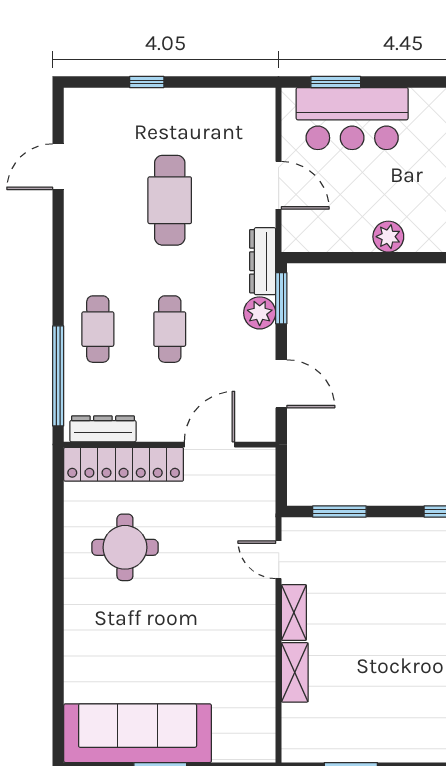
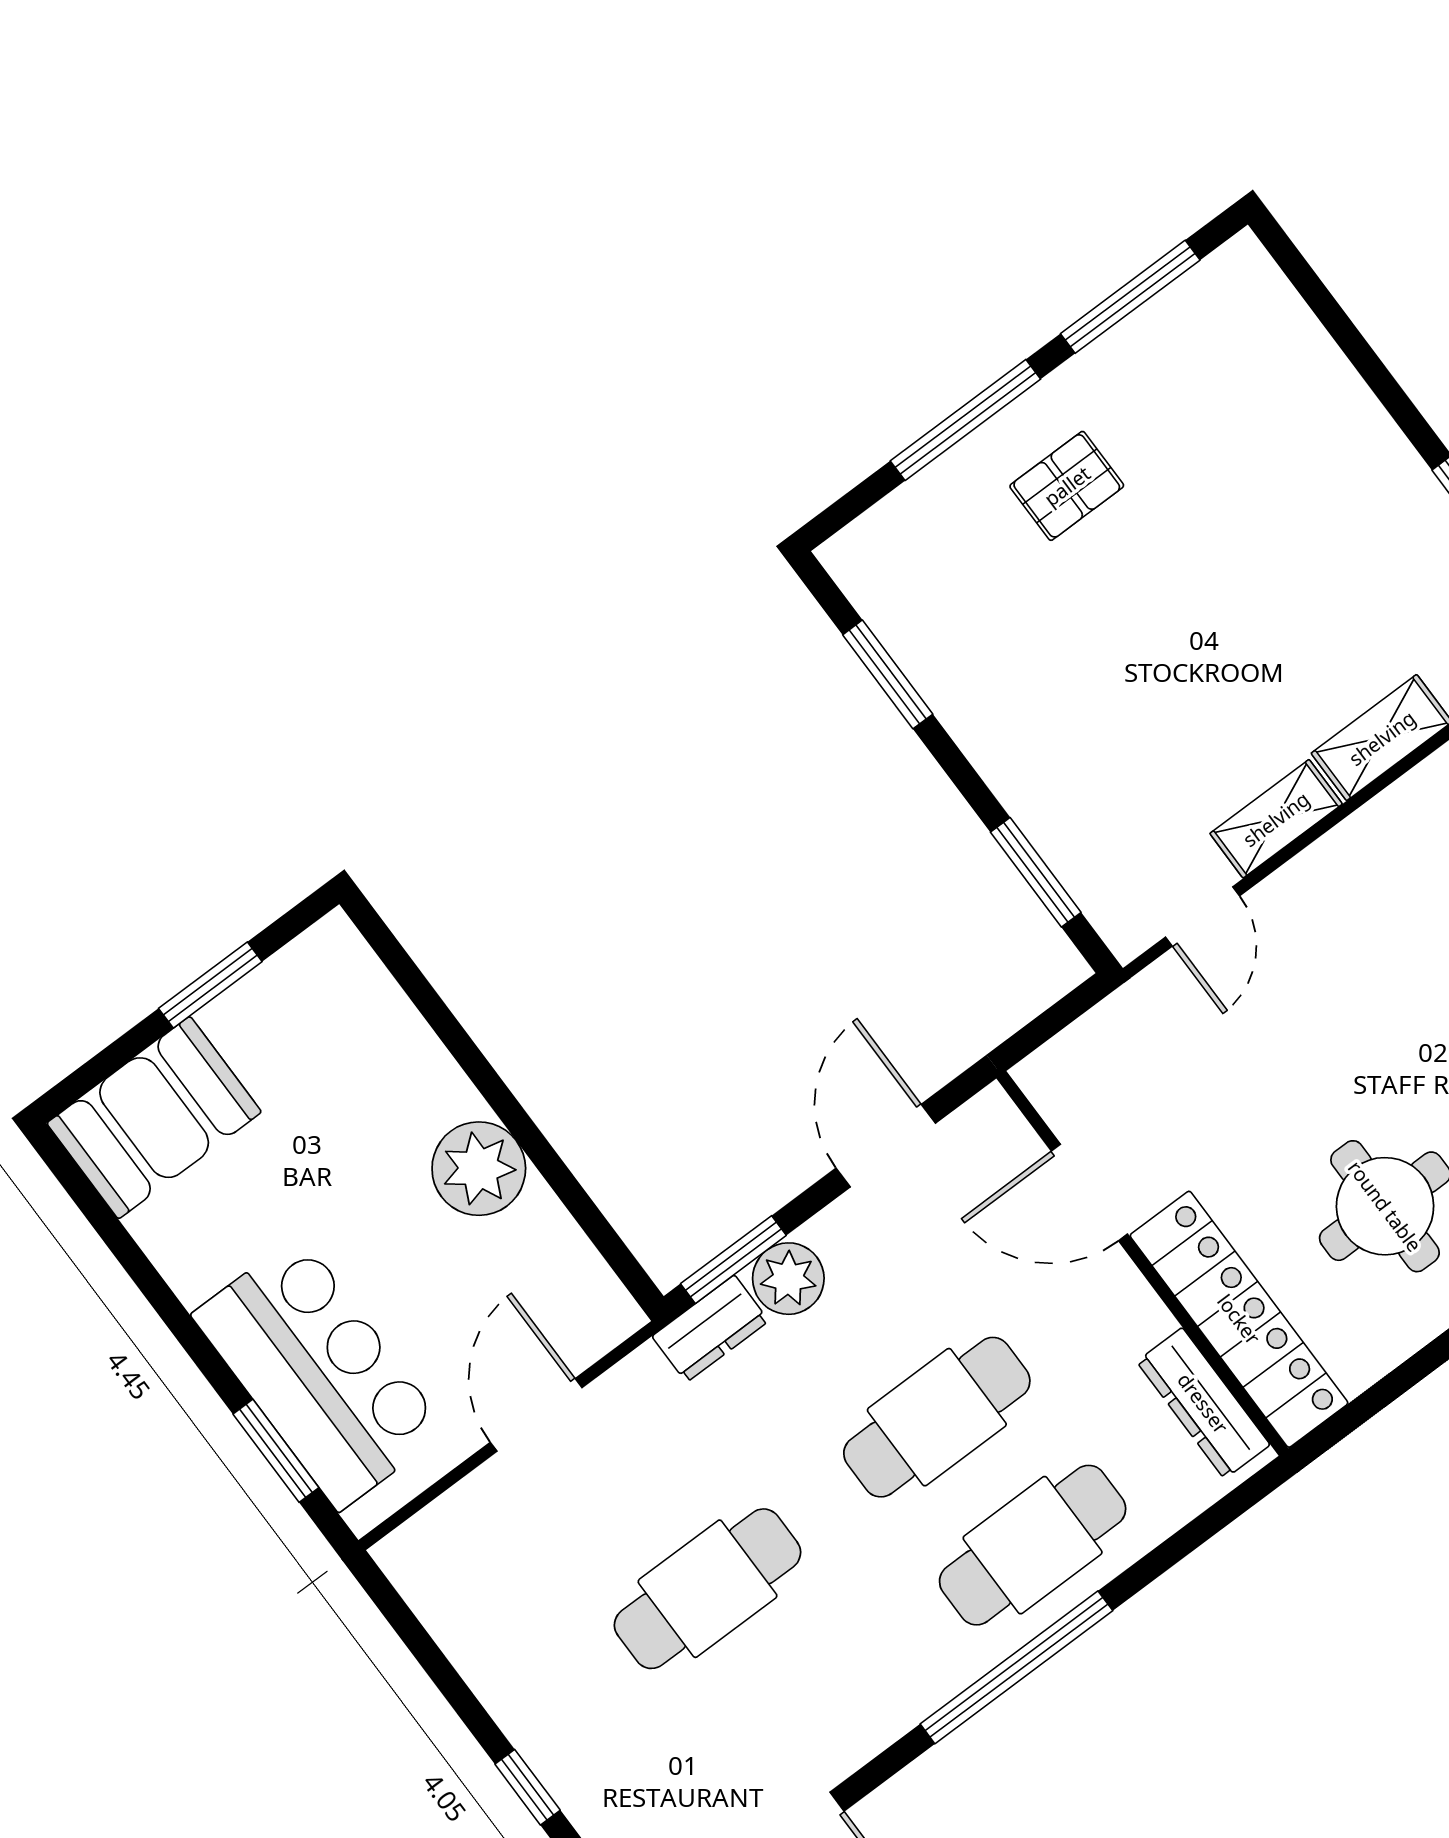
plant: (388, 237) -> (479, 1169), width x1.36, depth x1.36
dresser: (263, 261) -> (710, 1329), width x0.70
cafe table: (98, 329) -> (1033, 1545), width x1.37, depth x1.35
cafe table: (170, 329) -> (937, 1417), width x1.37, depth x1.35
window: (58, 376) -> (1016, 1667), moved

